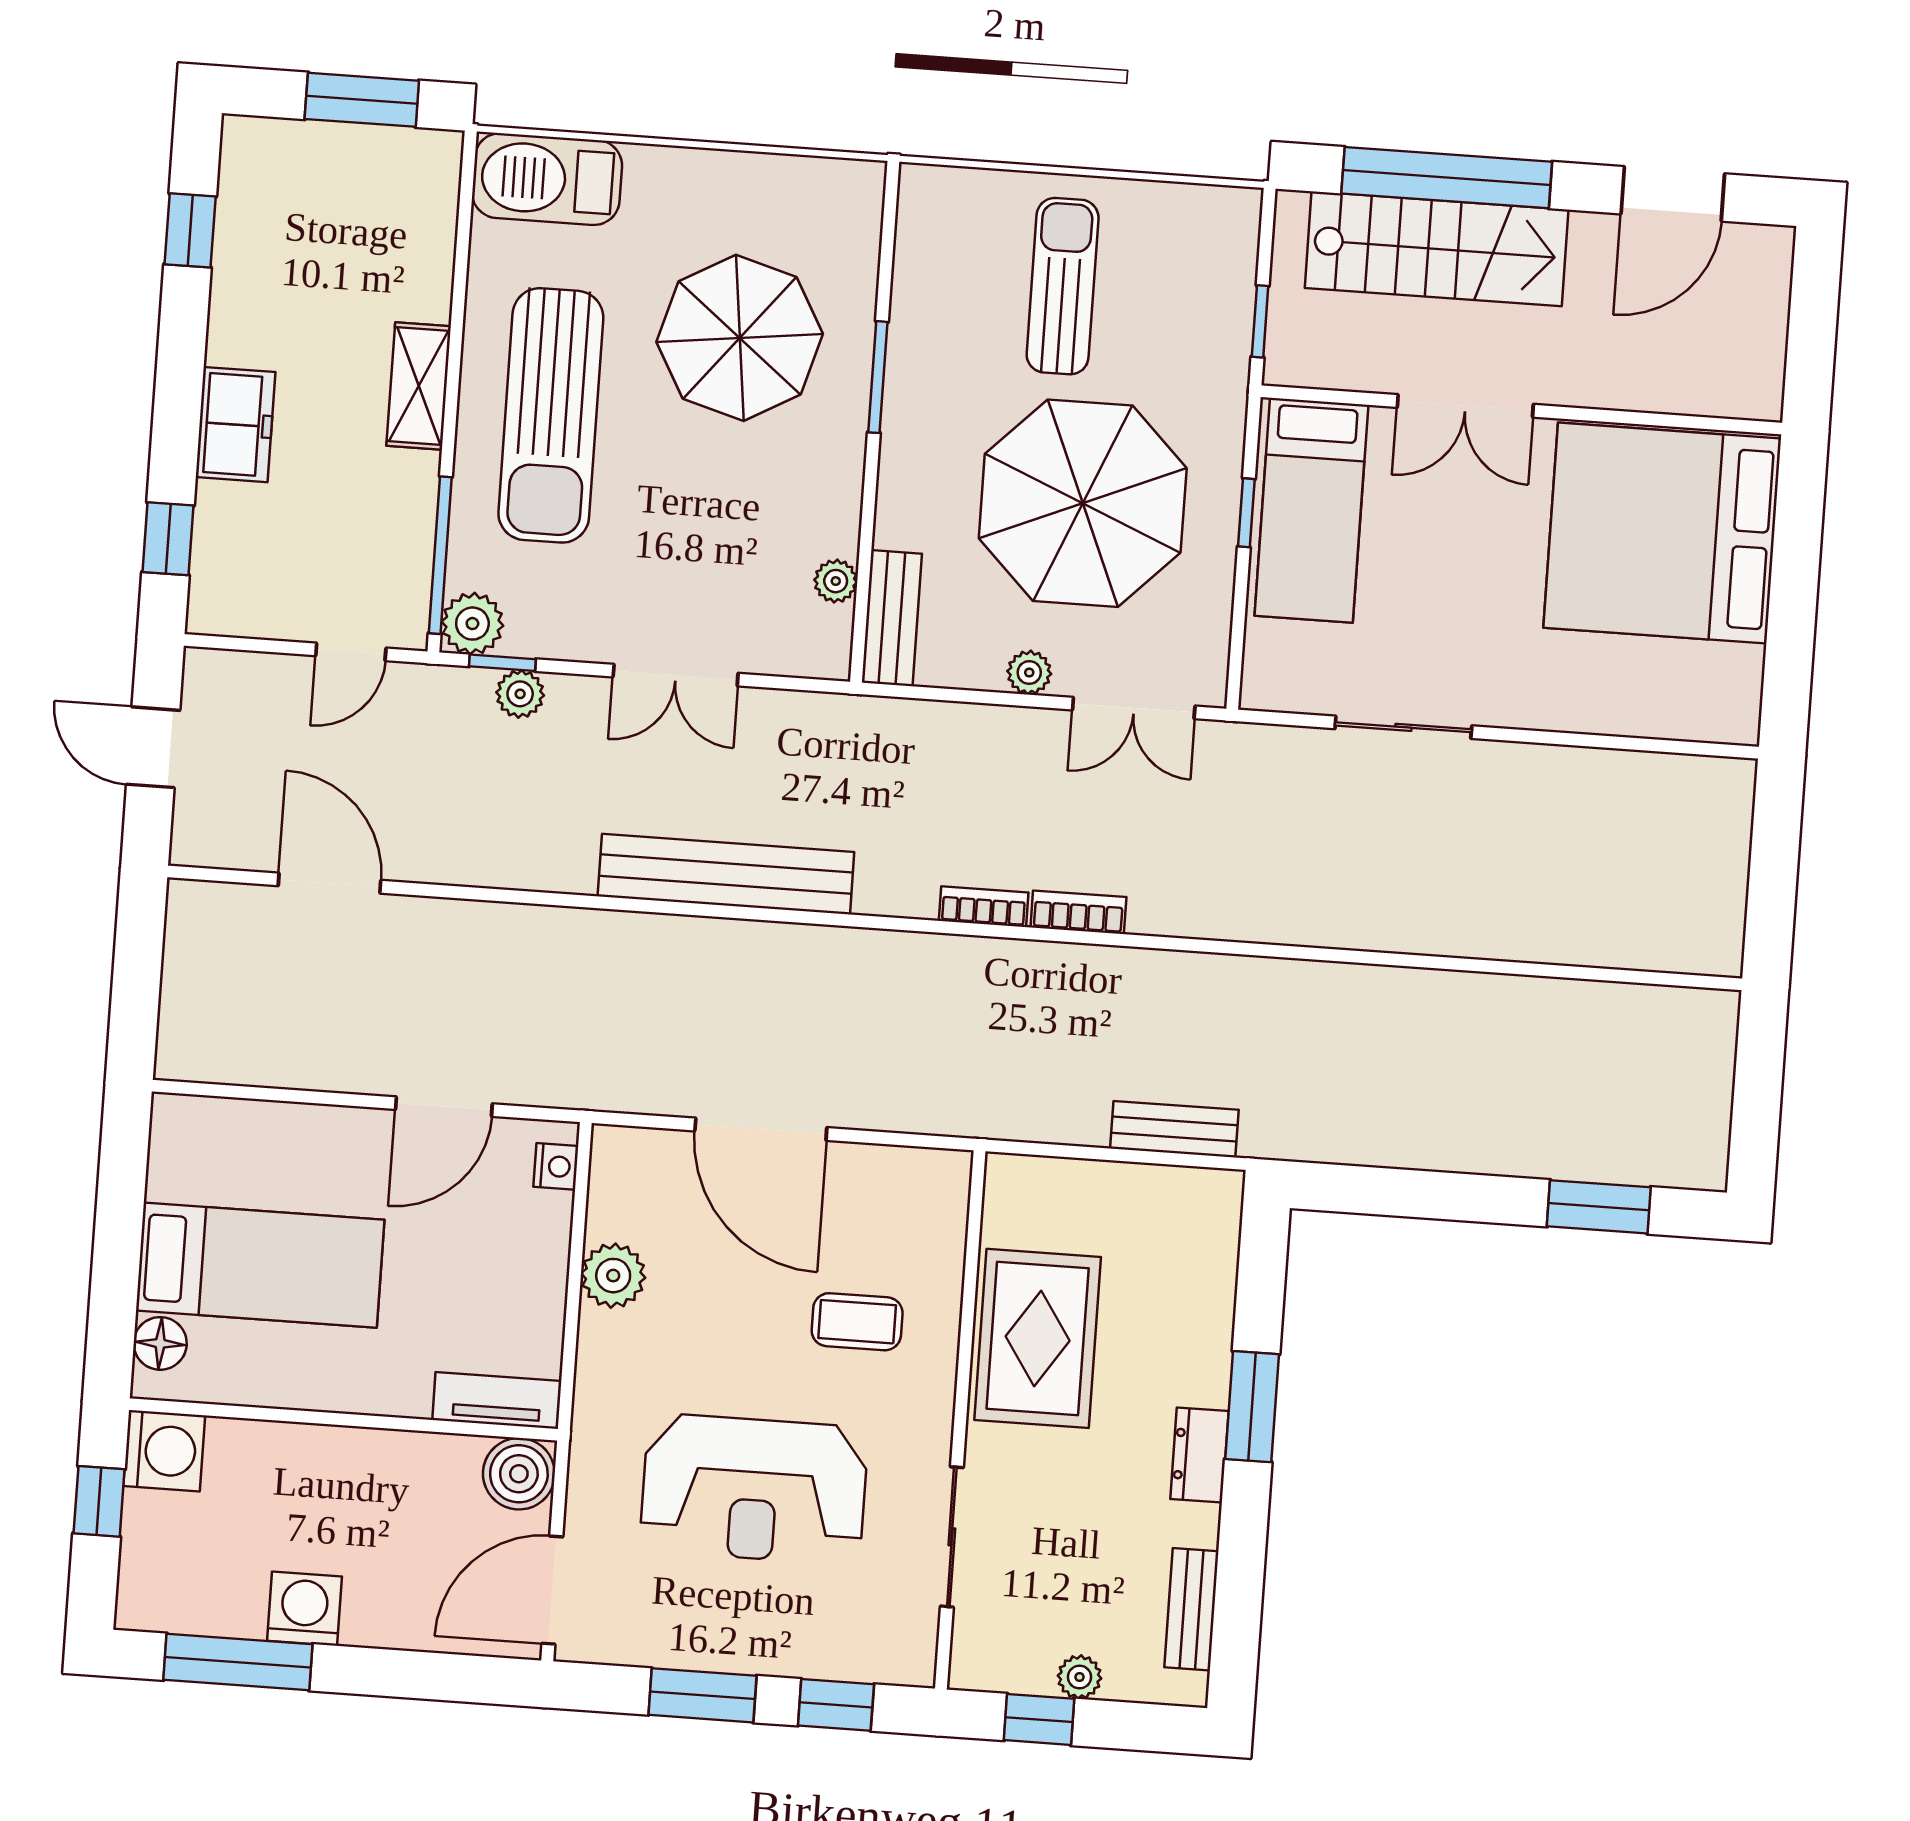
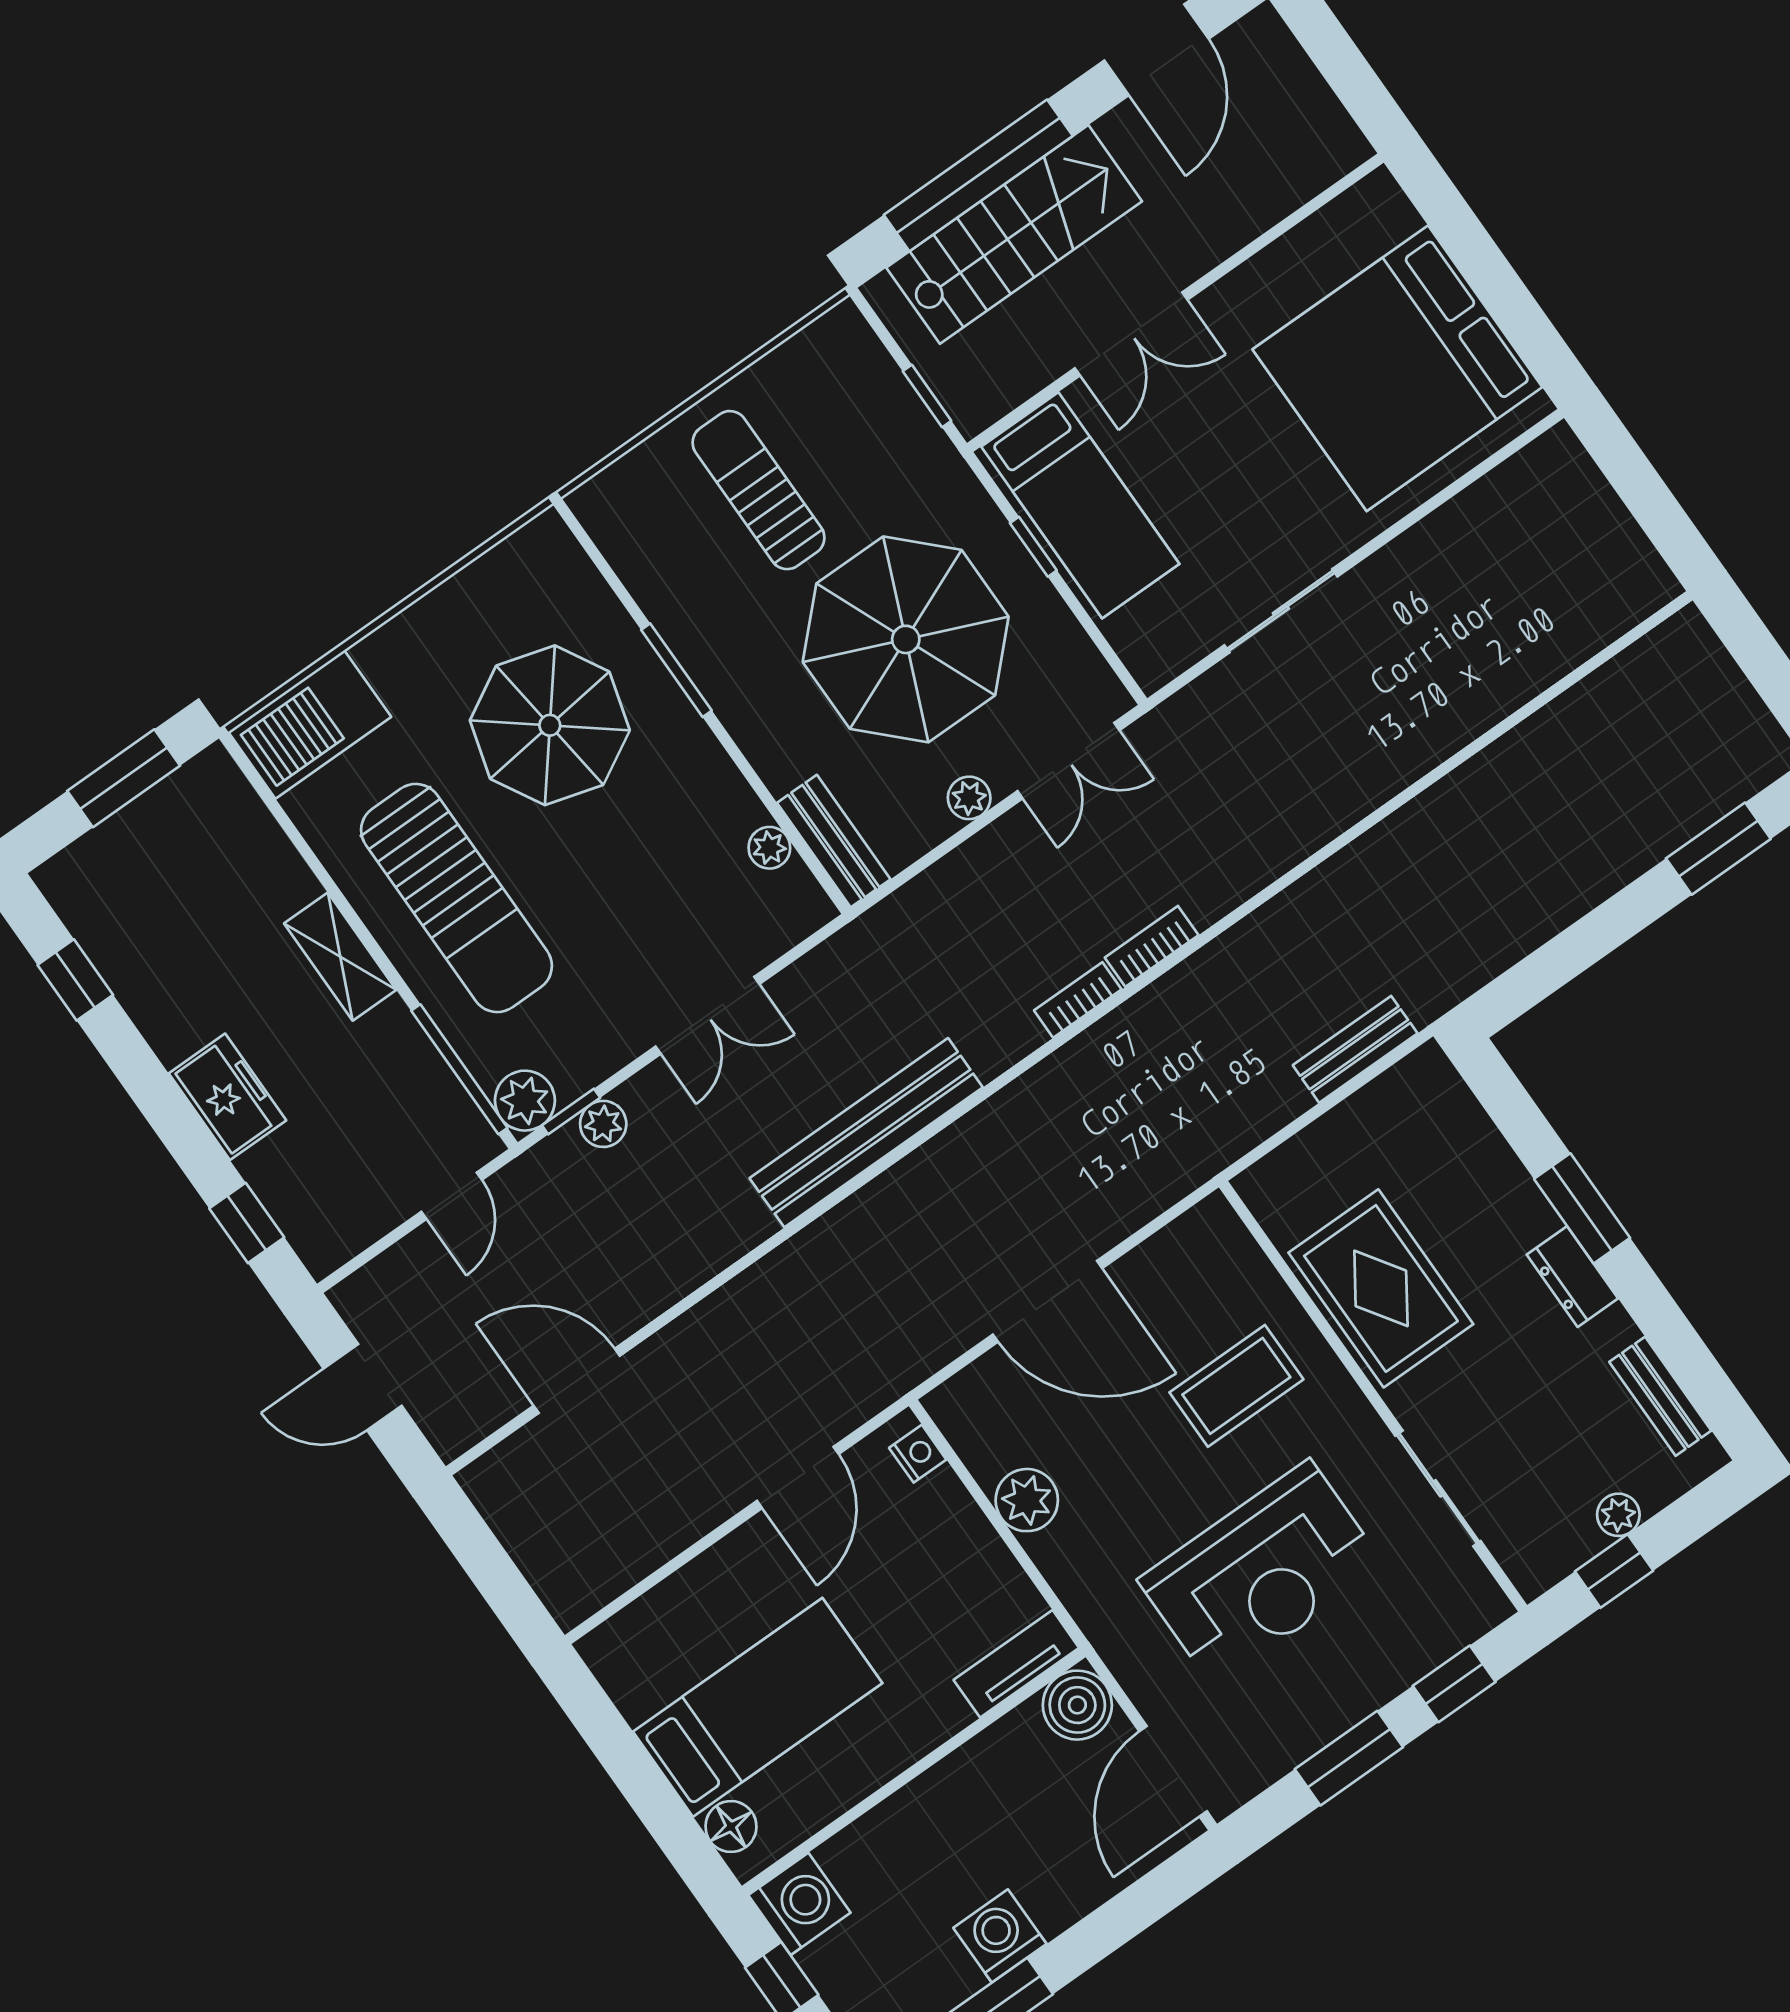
bed: (1662, 533) -> (1397, 368), moved
coffee table: (857, 1322) -> (1236, 1386), width x1.36, depth x1.30

